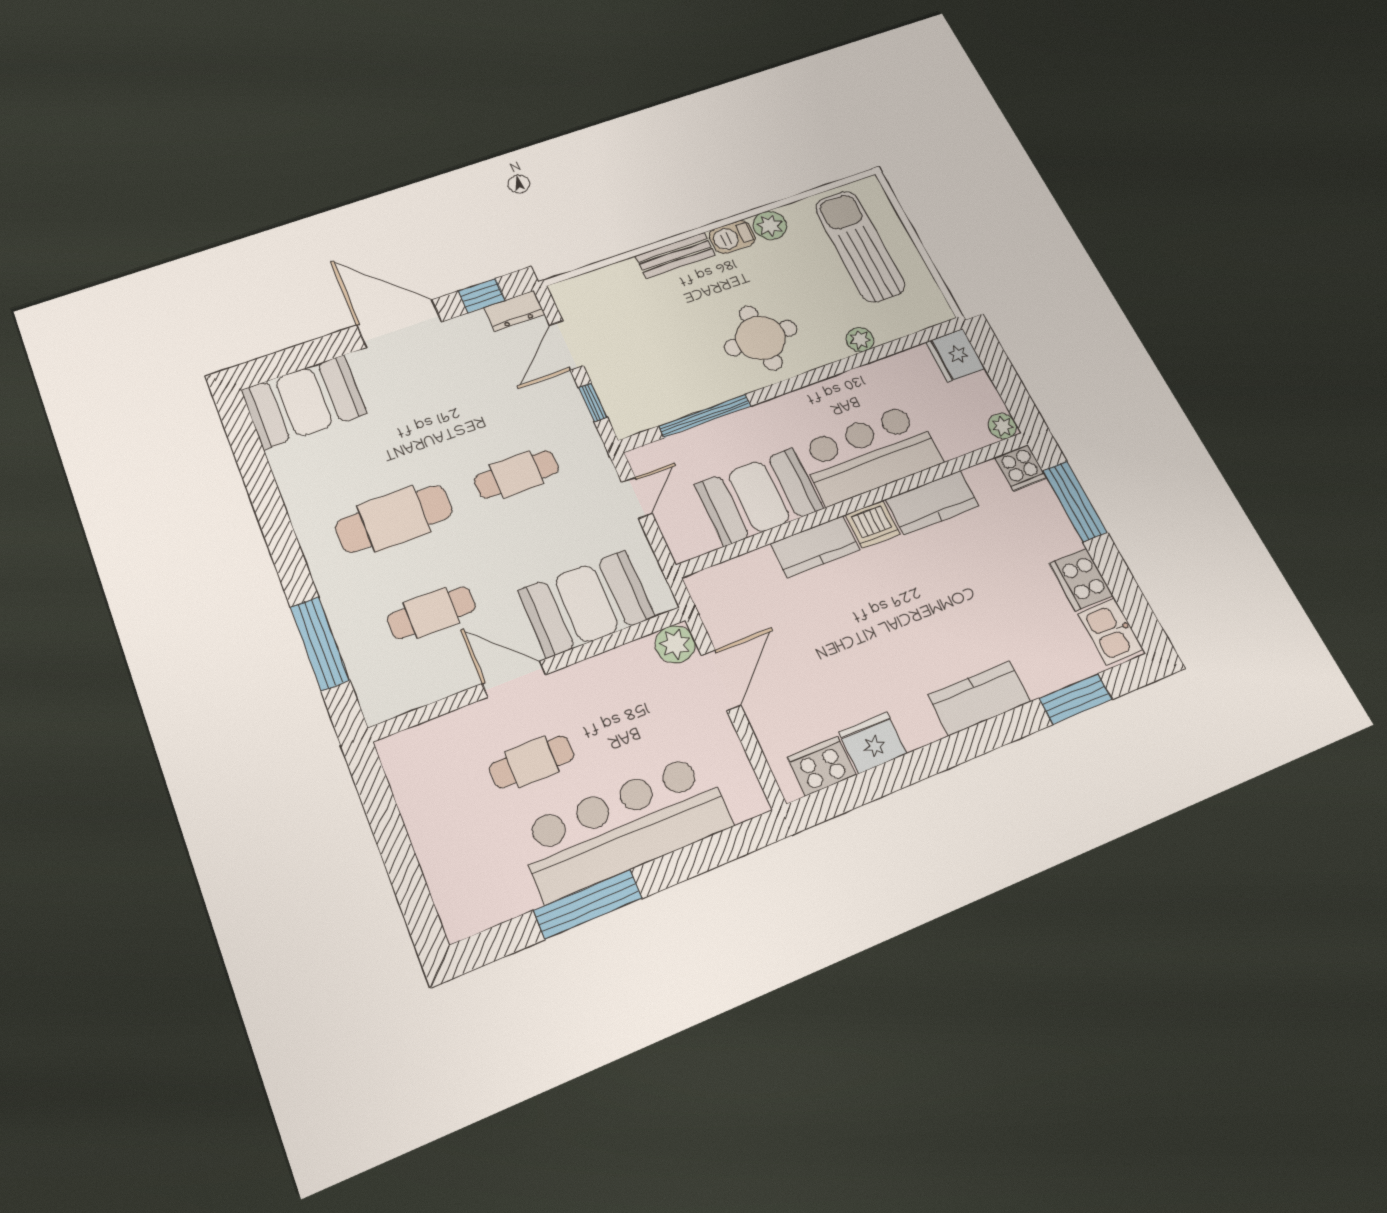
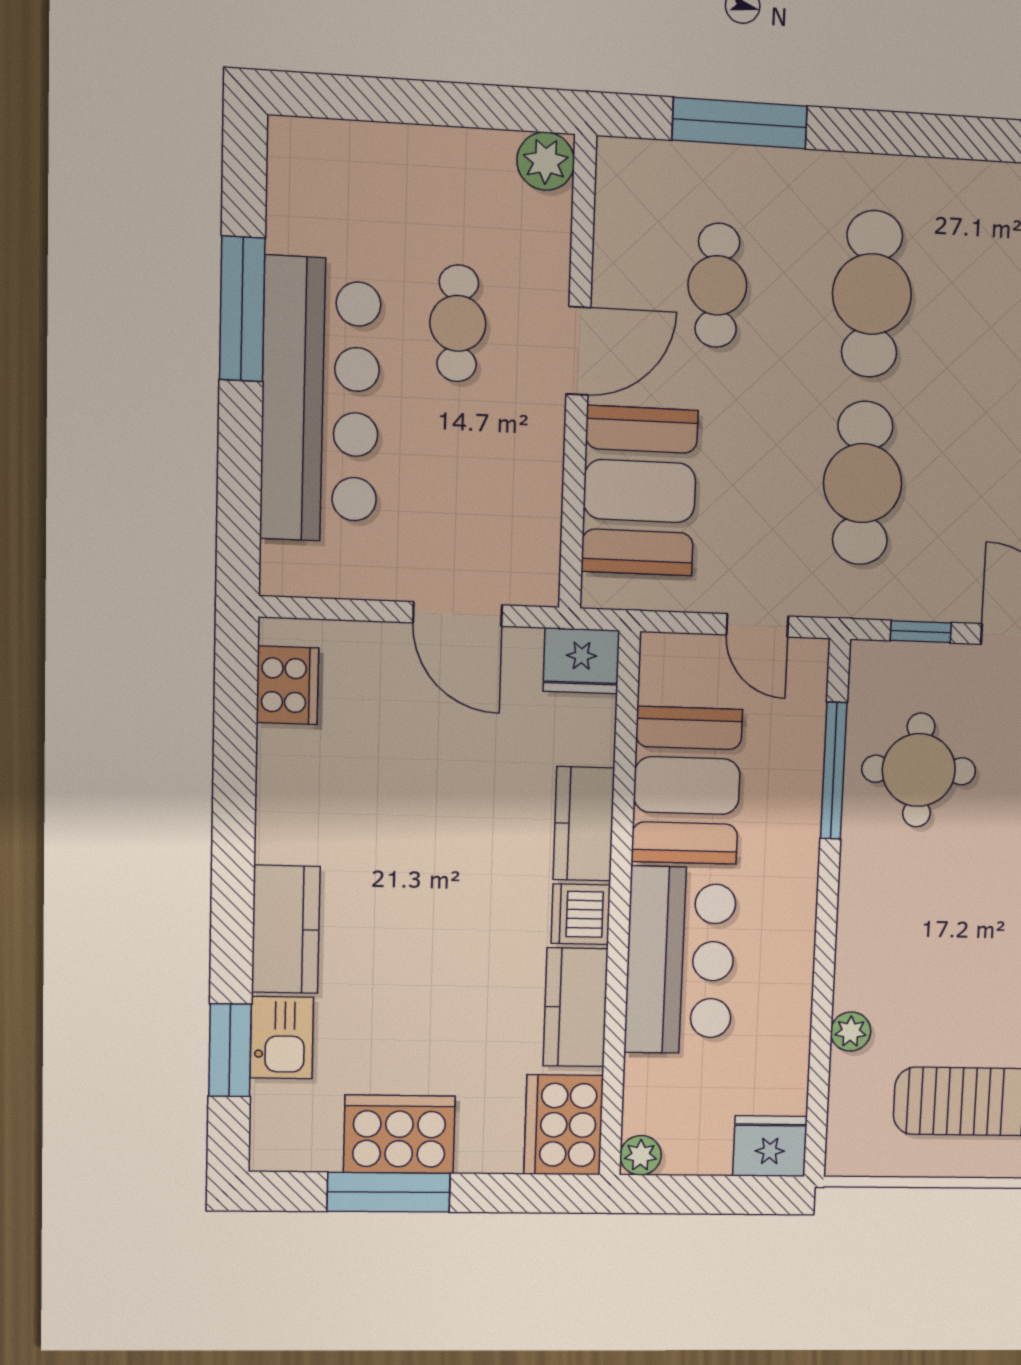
round table: (761, 338) -> (919, 770), moved
cooker: (1021, 468) -> (564, 1125), width x1.87, depth x1.31
cafe table: (516, 474) -> (863, 483), width x1.37, depth x1.35
window: (1075, 501) -> (389, 1192), moved
cooker: (1081, 579) -> (399, 1134), width x1.37, depth x1.31
kitchen sink: (1111, 632) -> (282, 1038), moved, turned 90
plant: (675, 644) -> (546, 161), moved
fridge: (873, 743) -> (581, 661), moved, turned 90

